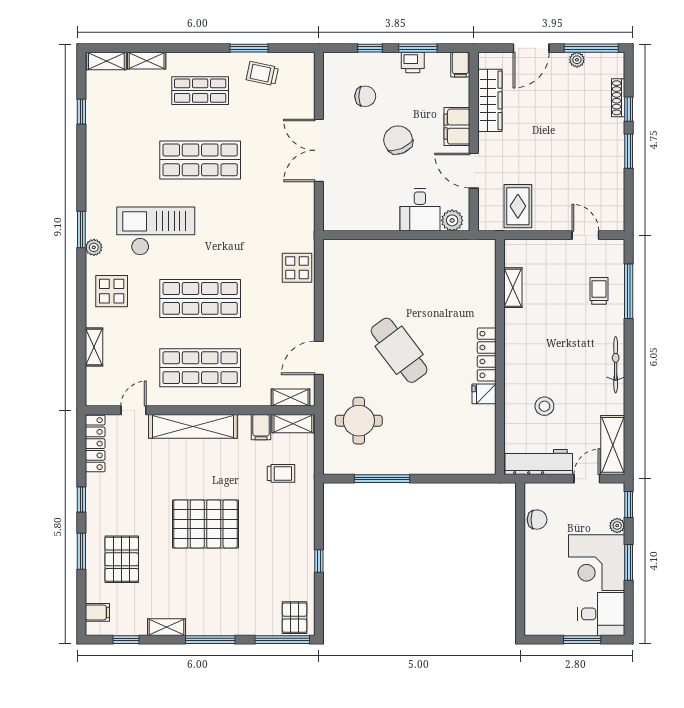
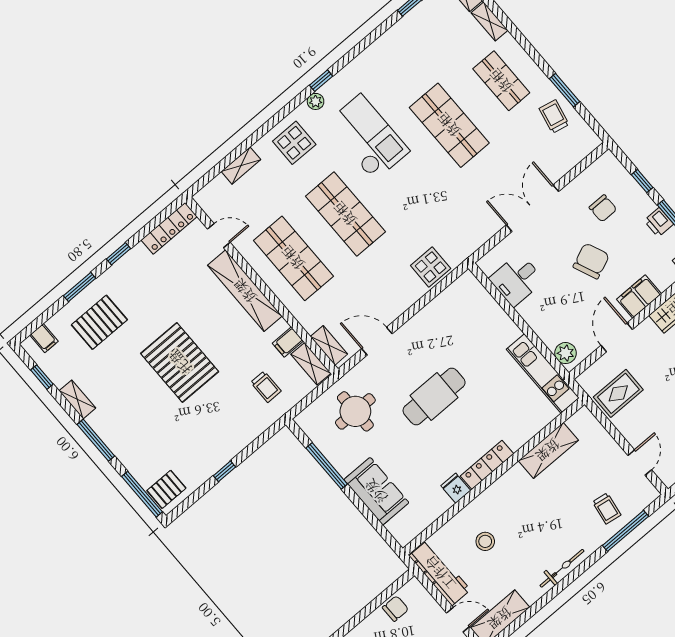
desk: (420, 210) -> (517, 280), moved
window: (81, 229) -> (321, 81), width x0.67
kitchen unit: (453, 251) -> (543, 374), added
shelving: (513, 288) -> (548, 450), width x1.50, depth x1.33
trolley: (599, 291) -> (607, 508), turned 99
cafe table: (399, 350) -> (434, 396), turned 37
sofa: (434, 457) -> (376, 491), added
chair: (537, 520) -> (395, 609), turned -90

